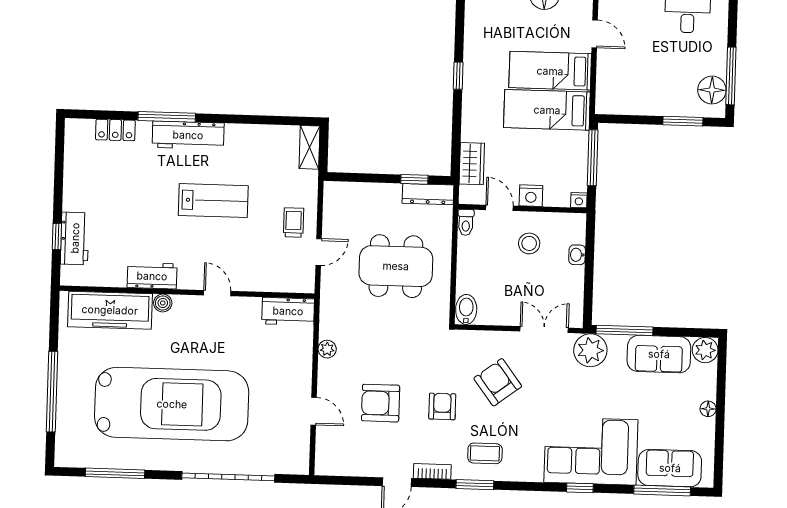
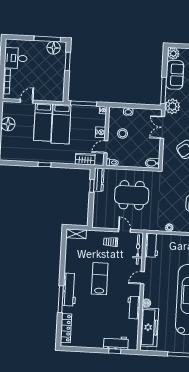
locker: (115, 130) -> (66, 328), width x1.53
dining table: (396, 266) -> (132, 195), turned 90
bicycle: (278, 282) -> (138, 250), added

